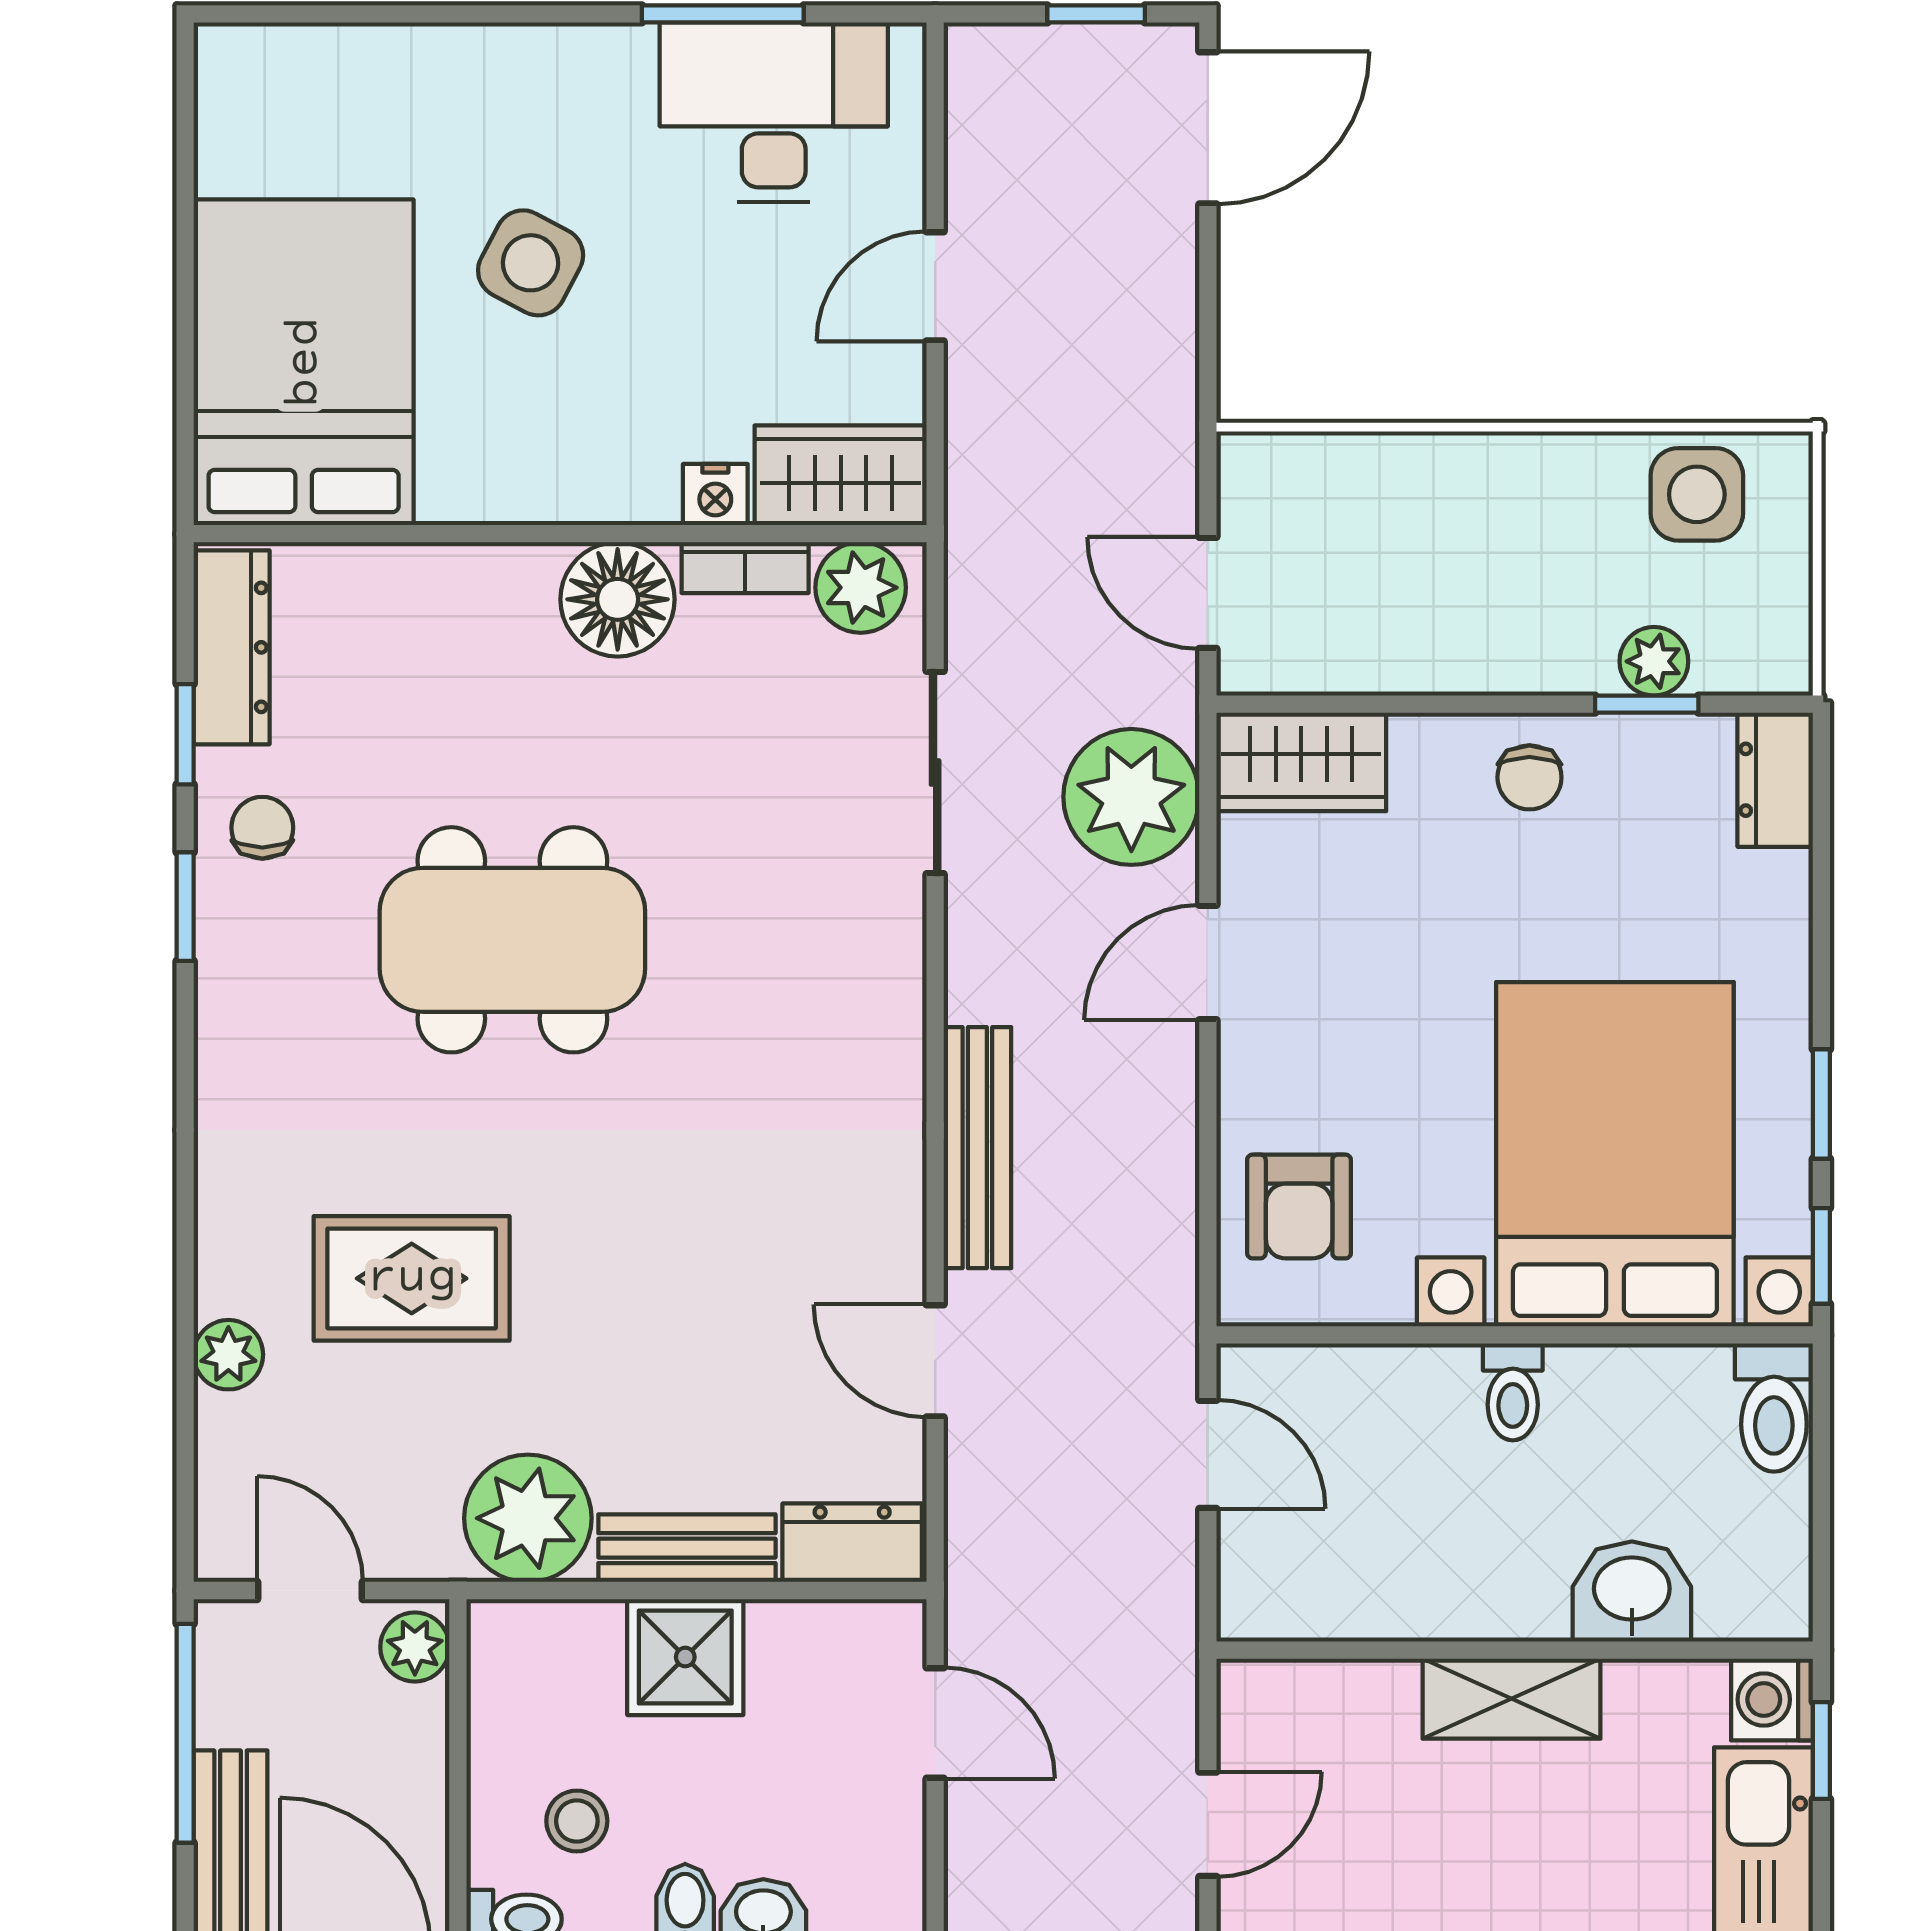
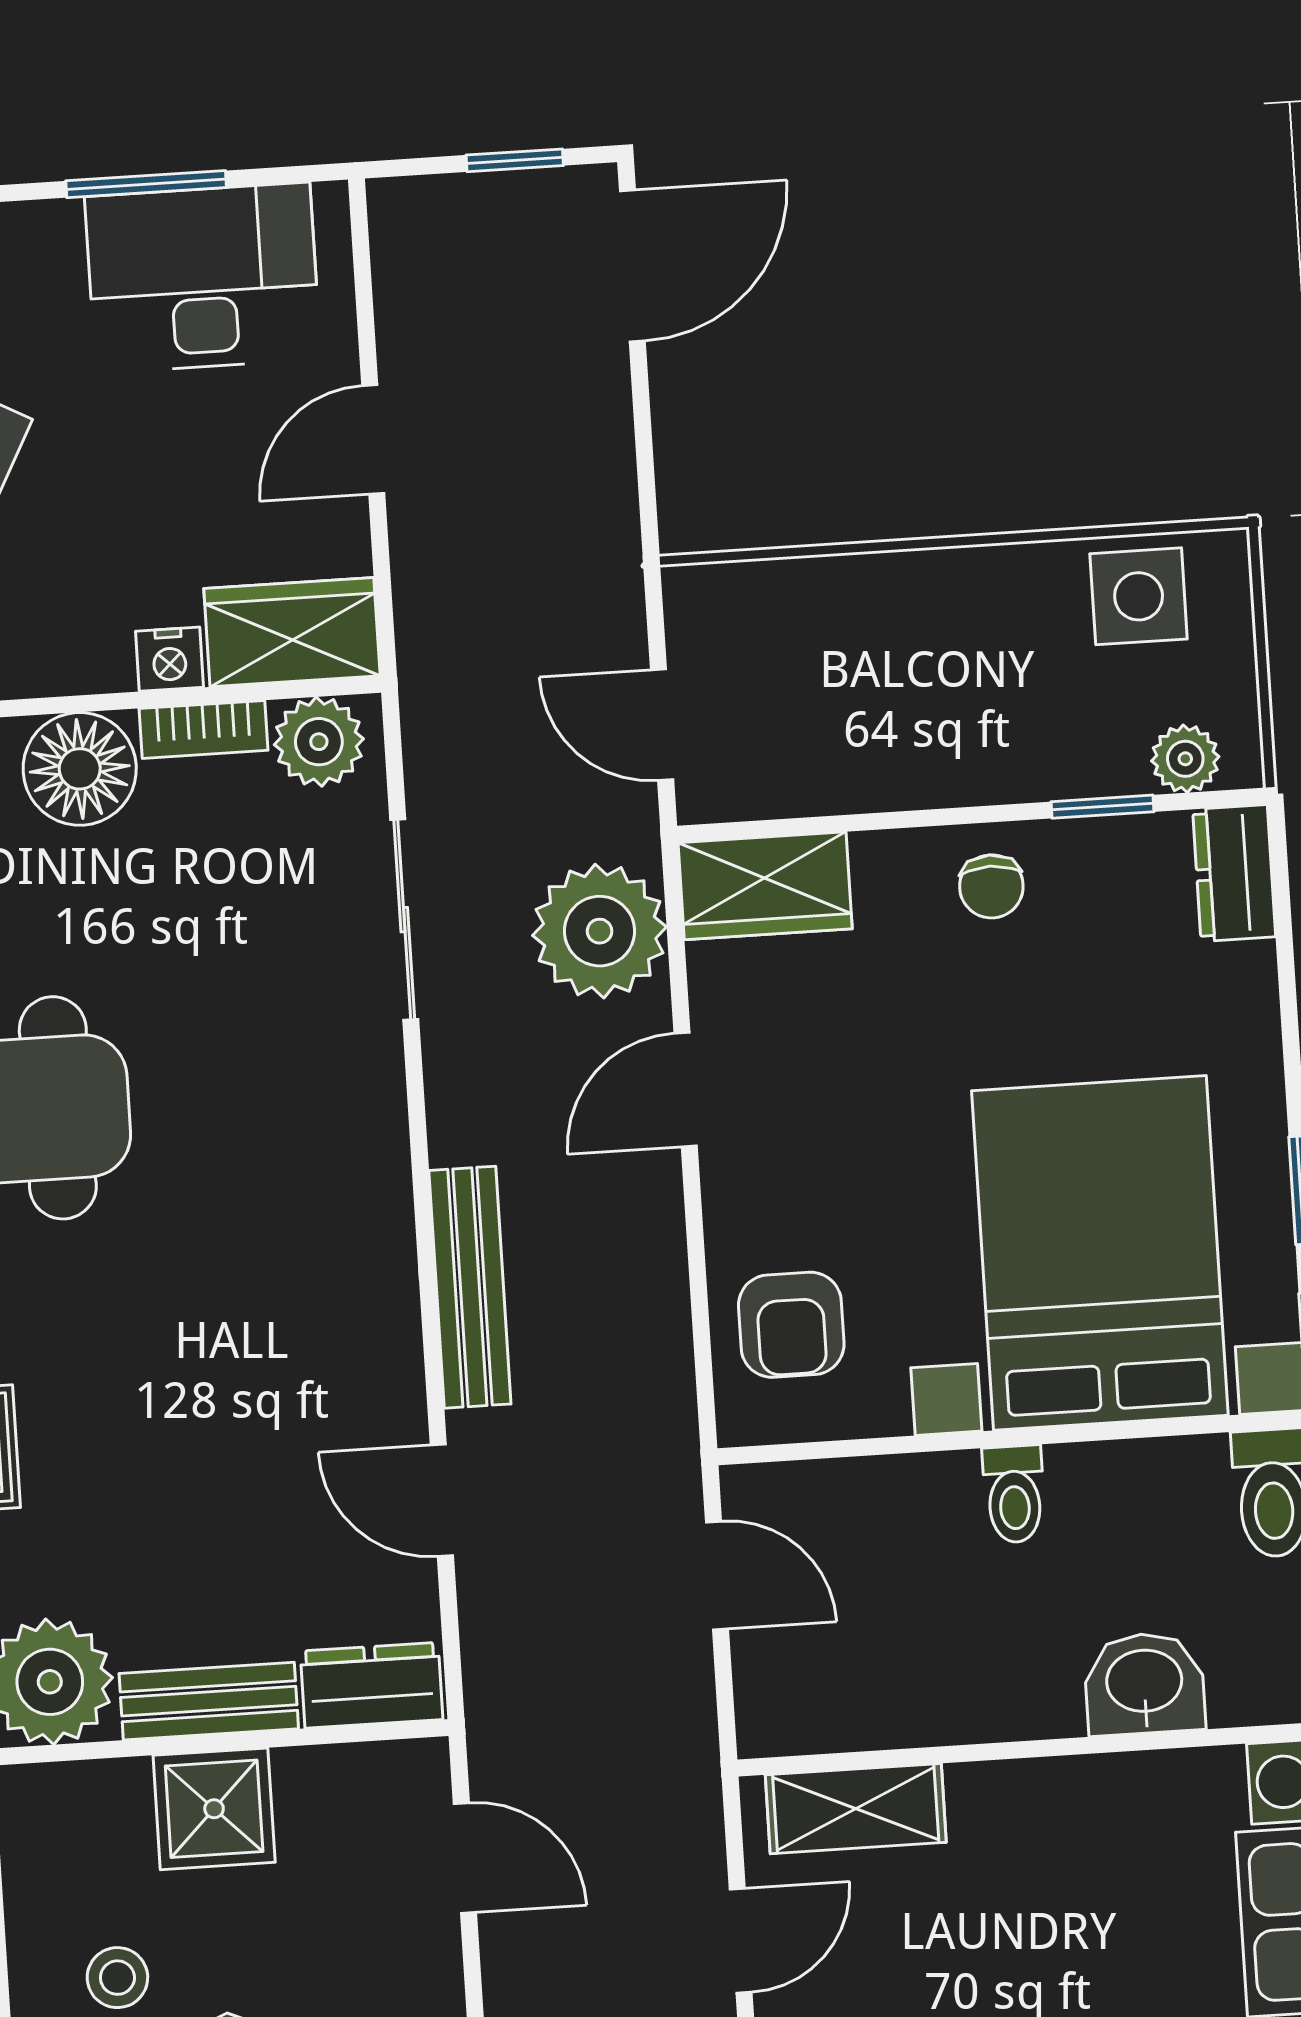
plant: (1654, 661) -> (1185, 759), moved
shelving: (1512, 1699) -> (856, 1809), moved

